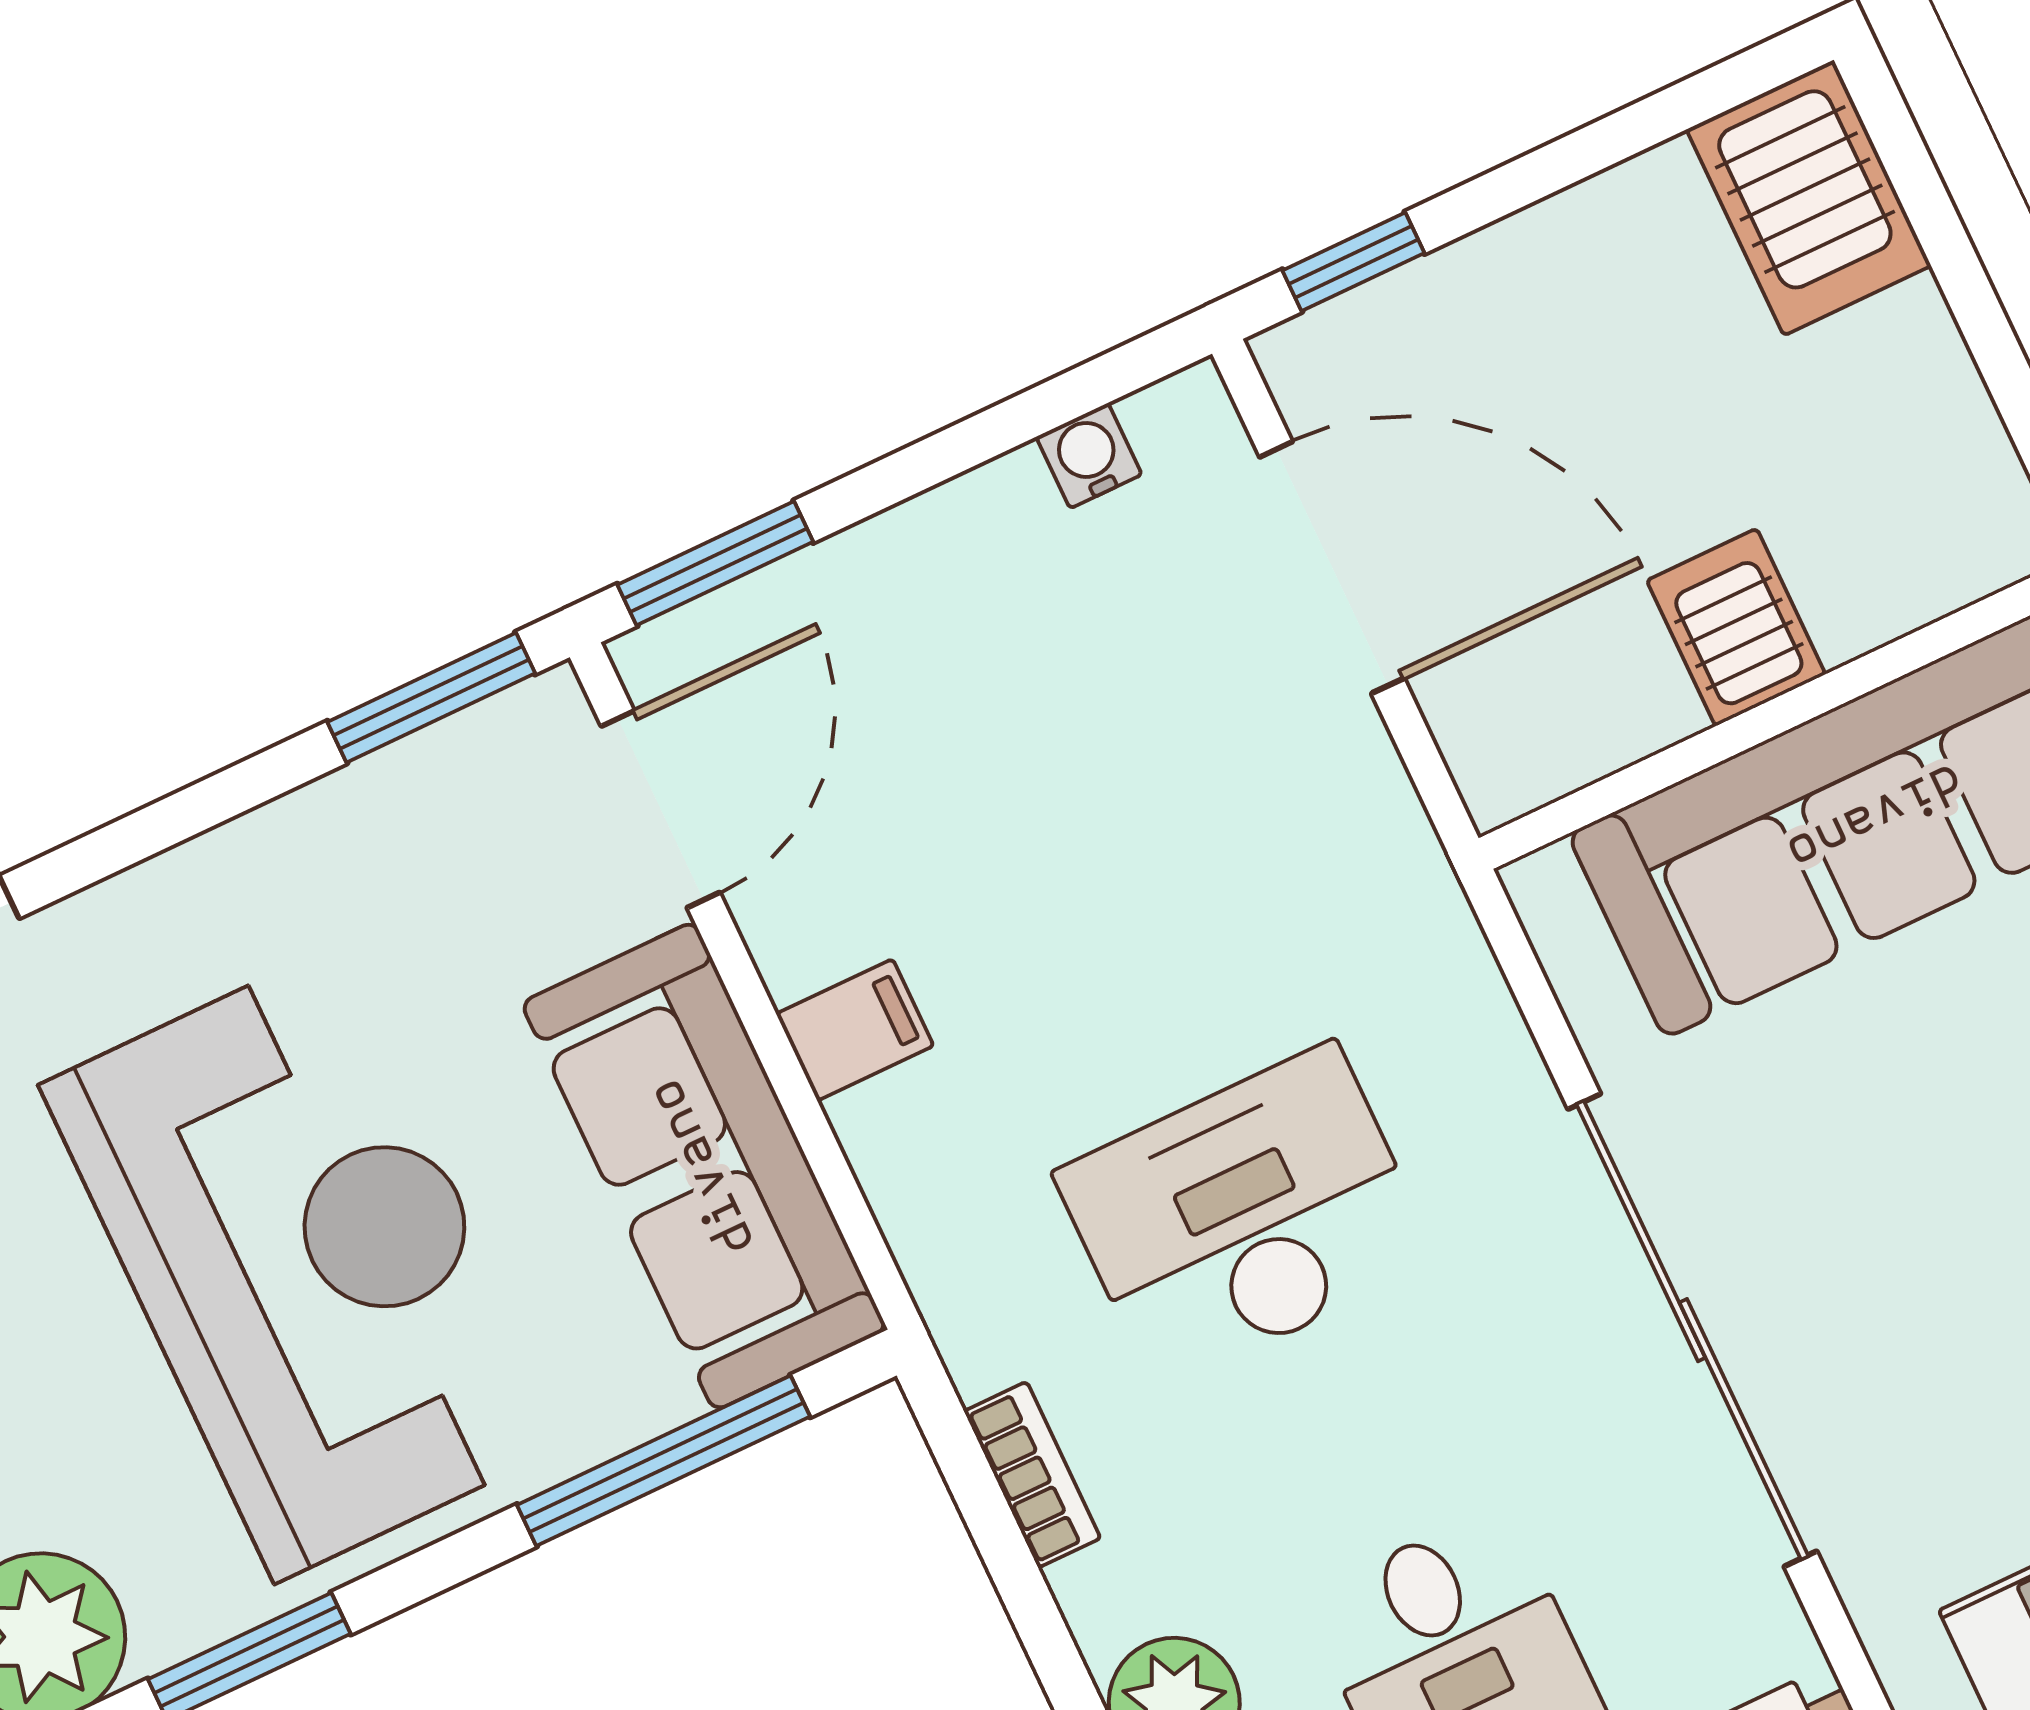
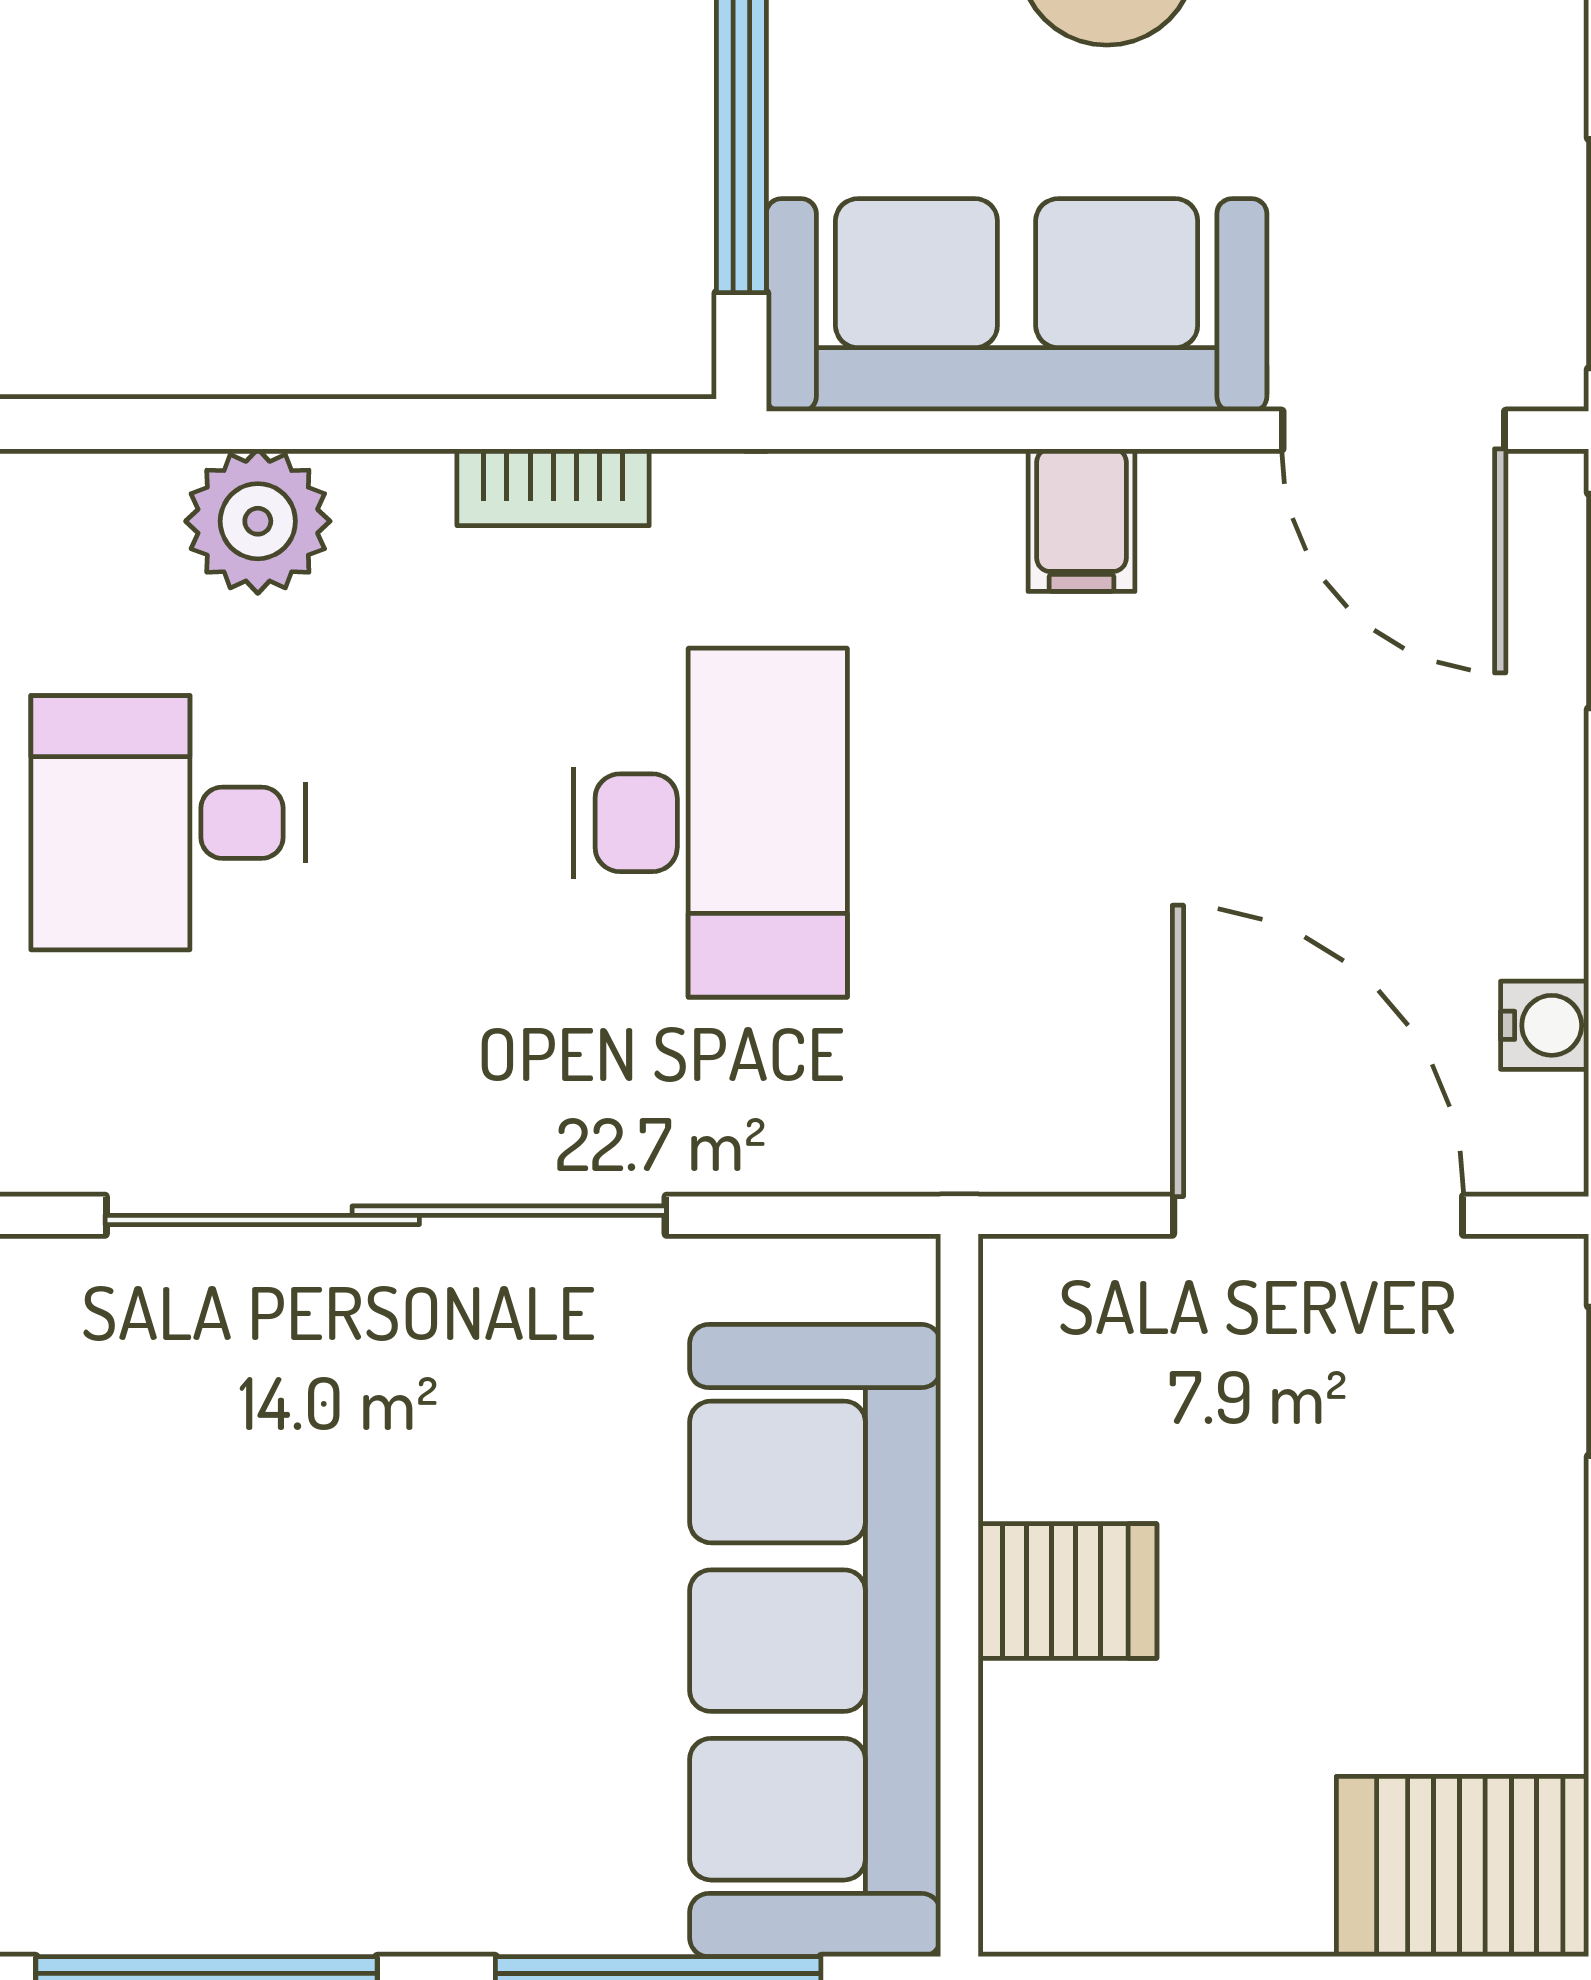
door: (1332, 568) -> (1318, 1215), swing flipped

